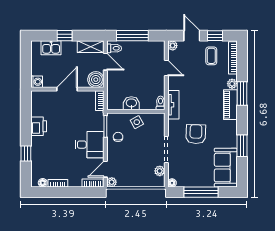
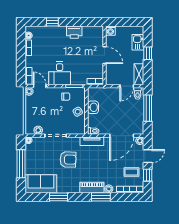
door: (166, 68) -> (122, 136), width x1.87
boiler: (96, 80) -> (112, 79), removed

